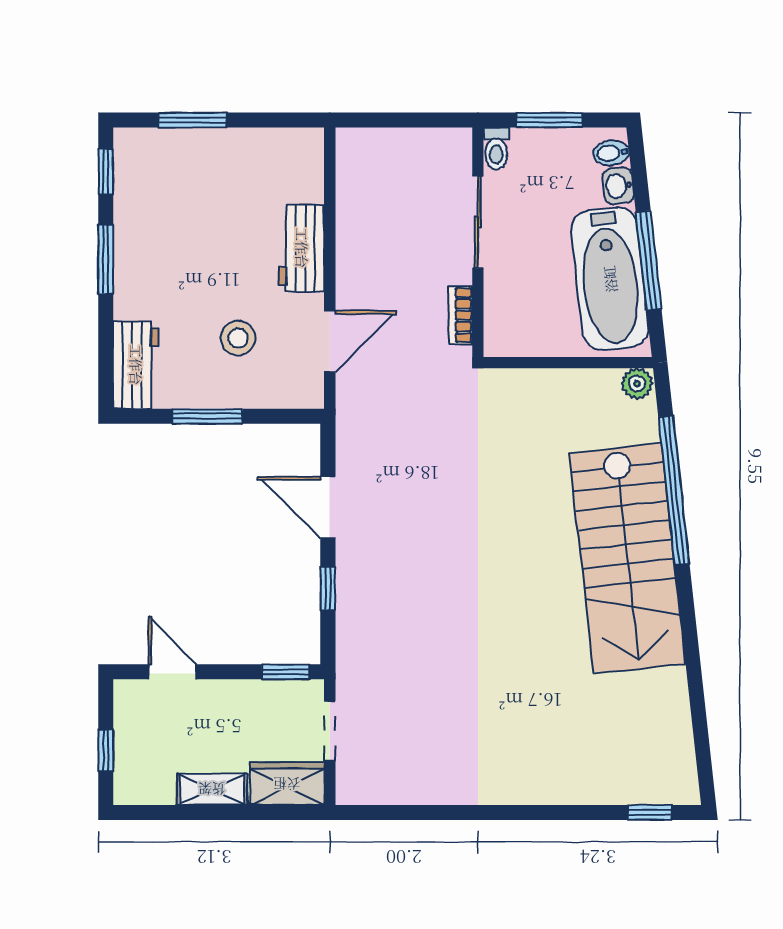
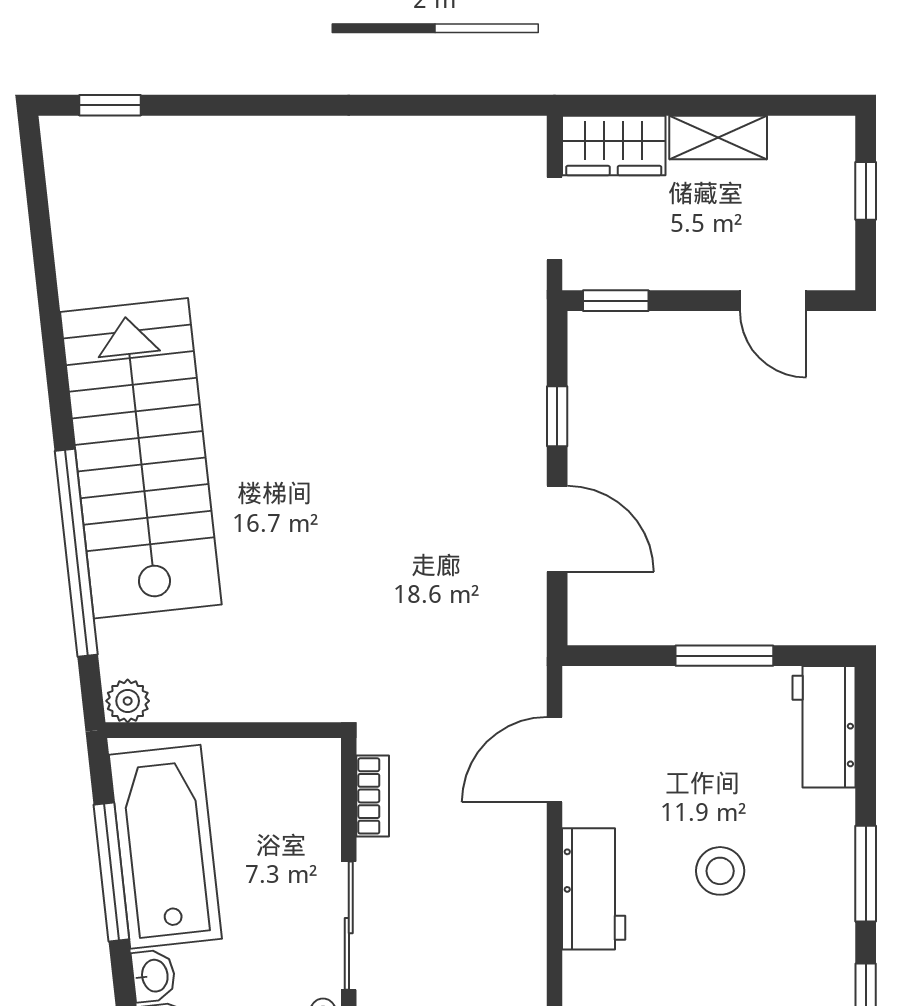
stool: (238, 338) -> (720, 871), moved

